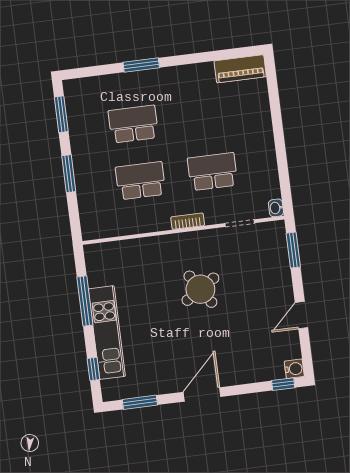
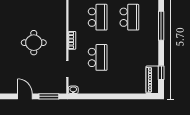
window: (225, 54) -> (161, 73), added
window: (141, 65) -> (161, 26), width x1.44
round table: (200, 289) -> (34, 43), turned 33
door: (301, 315) -> (25, 96), moved

